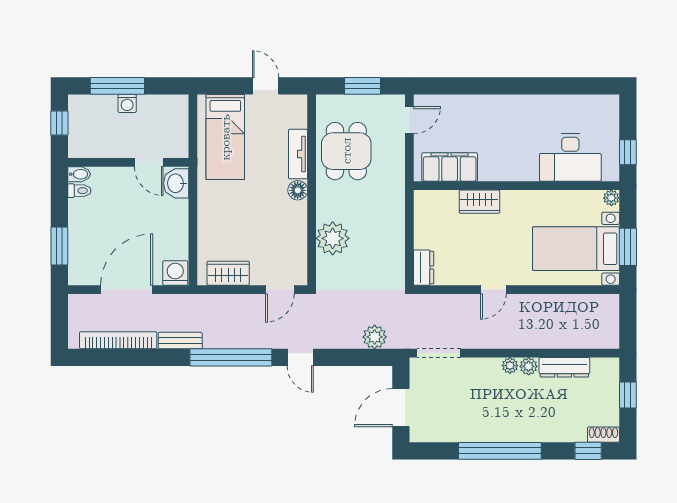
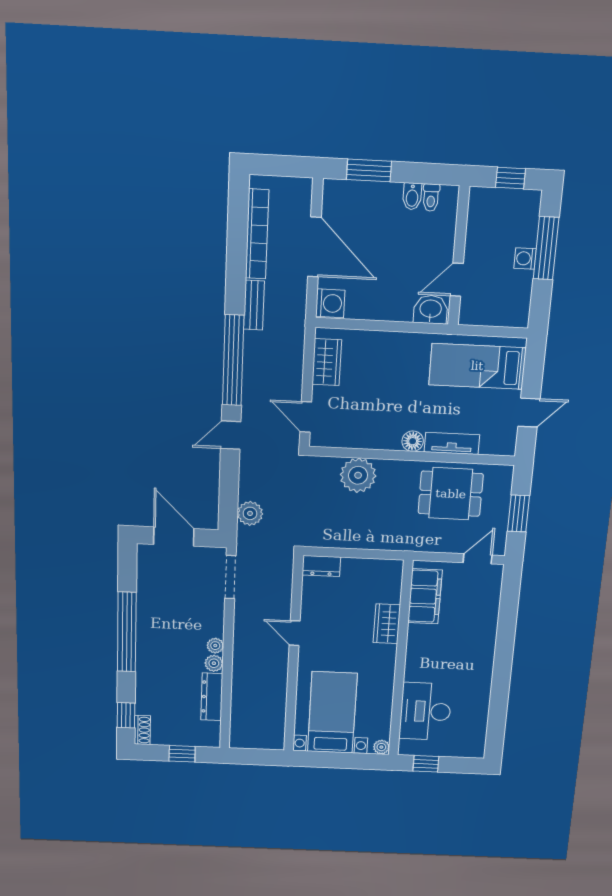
door: (409, 120) -> (478, 559), swing flipped
bidet: (79, 174) -> (412, 196), moved
window: (628, 247) -> (331, 760), removed

